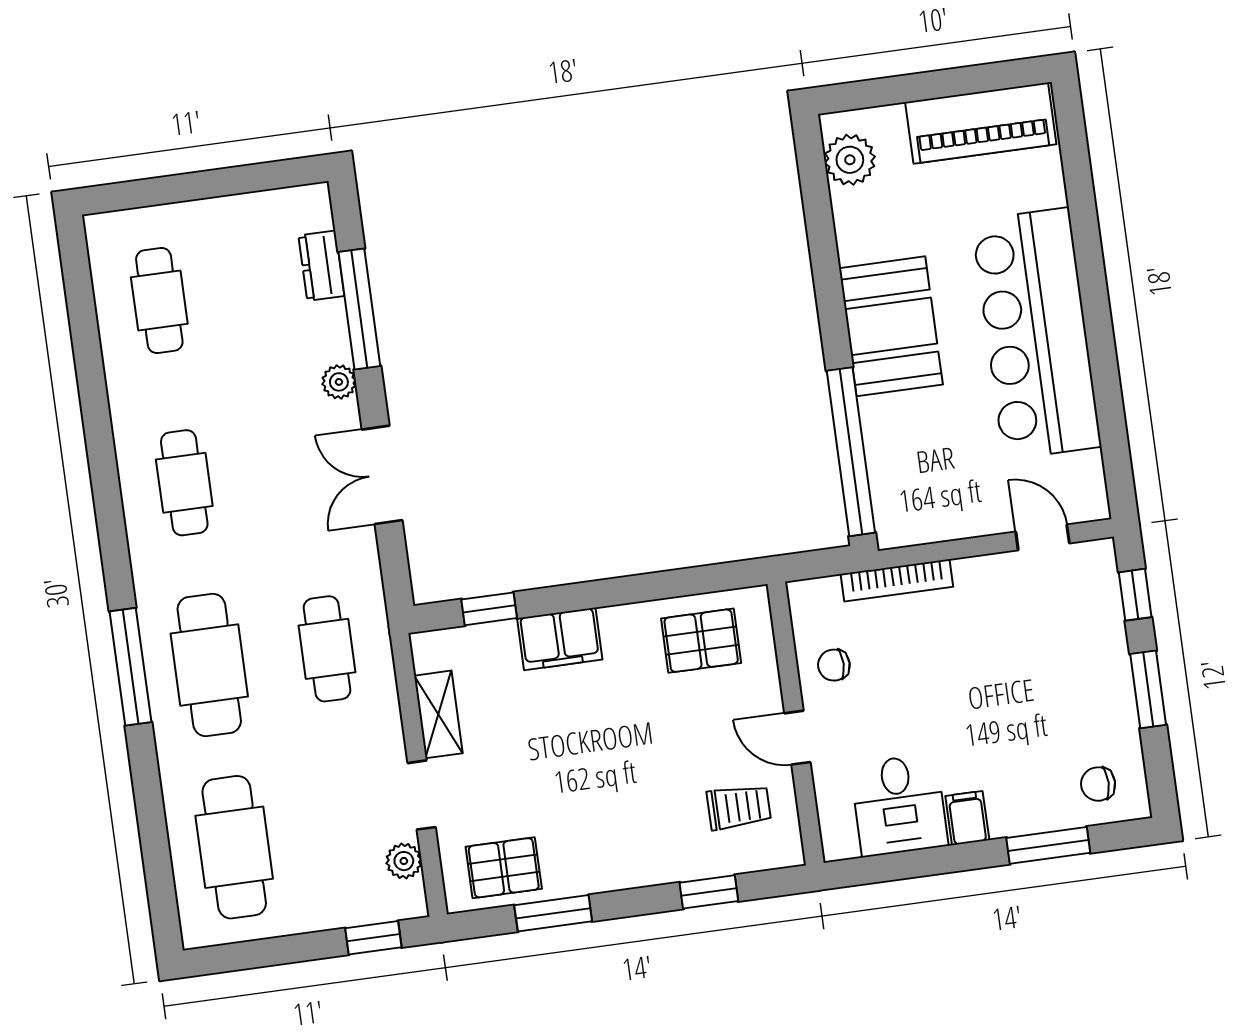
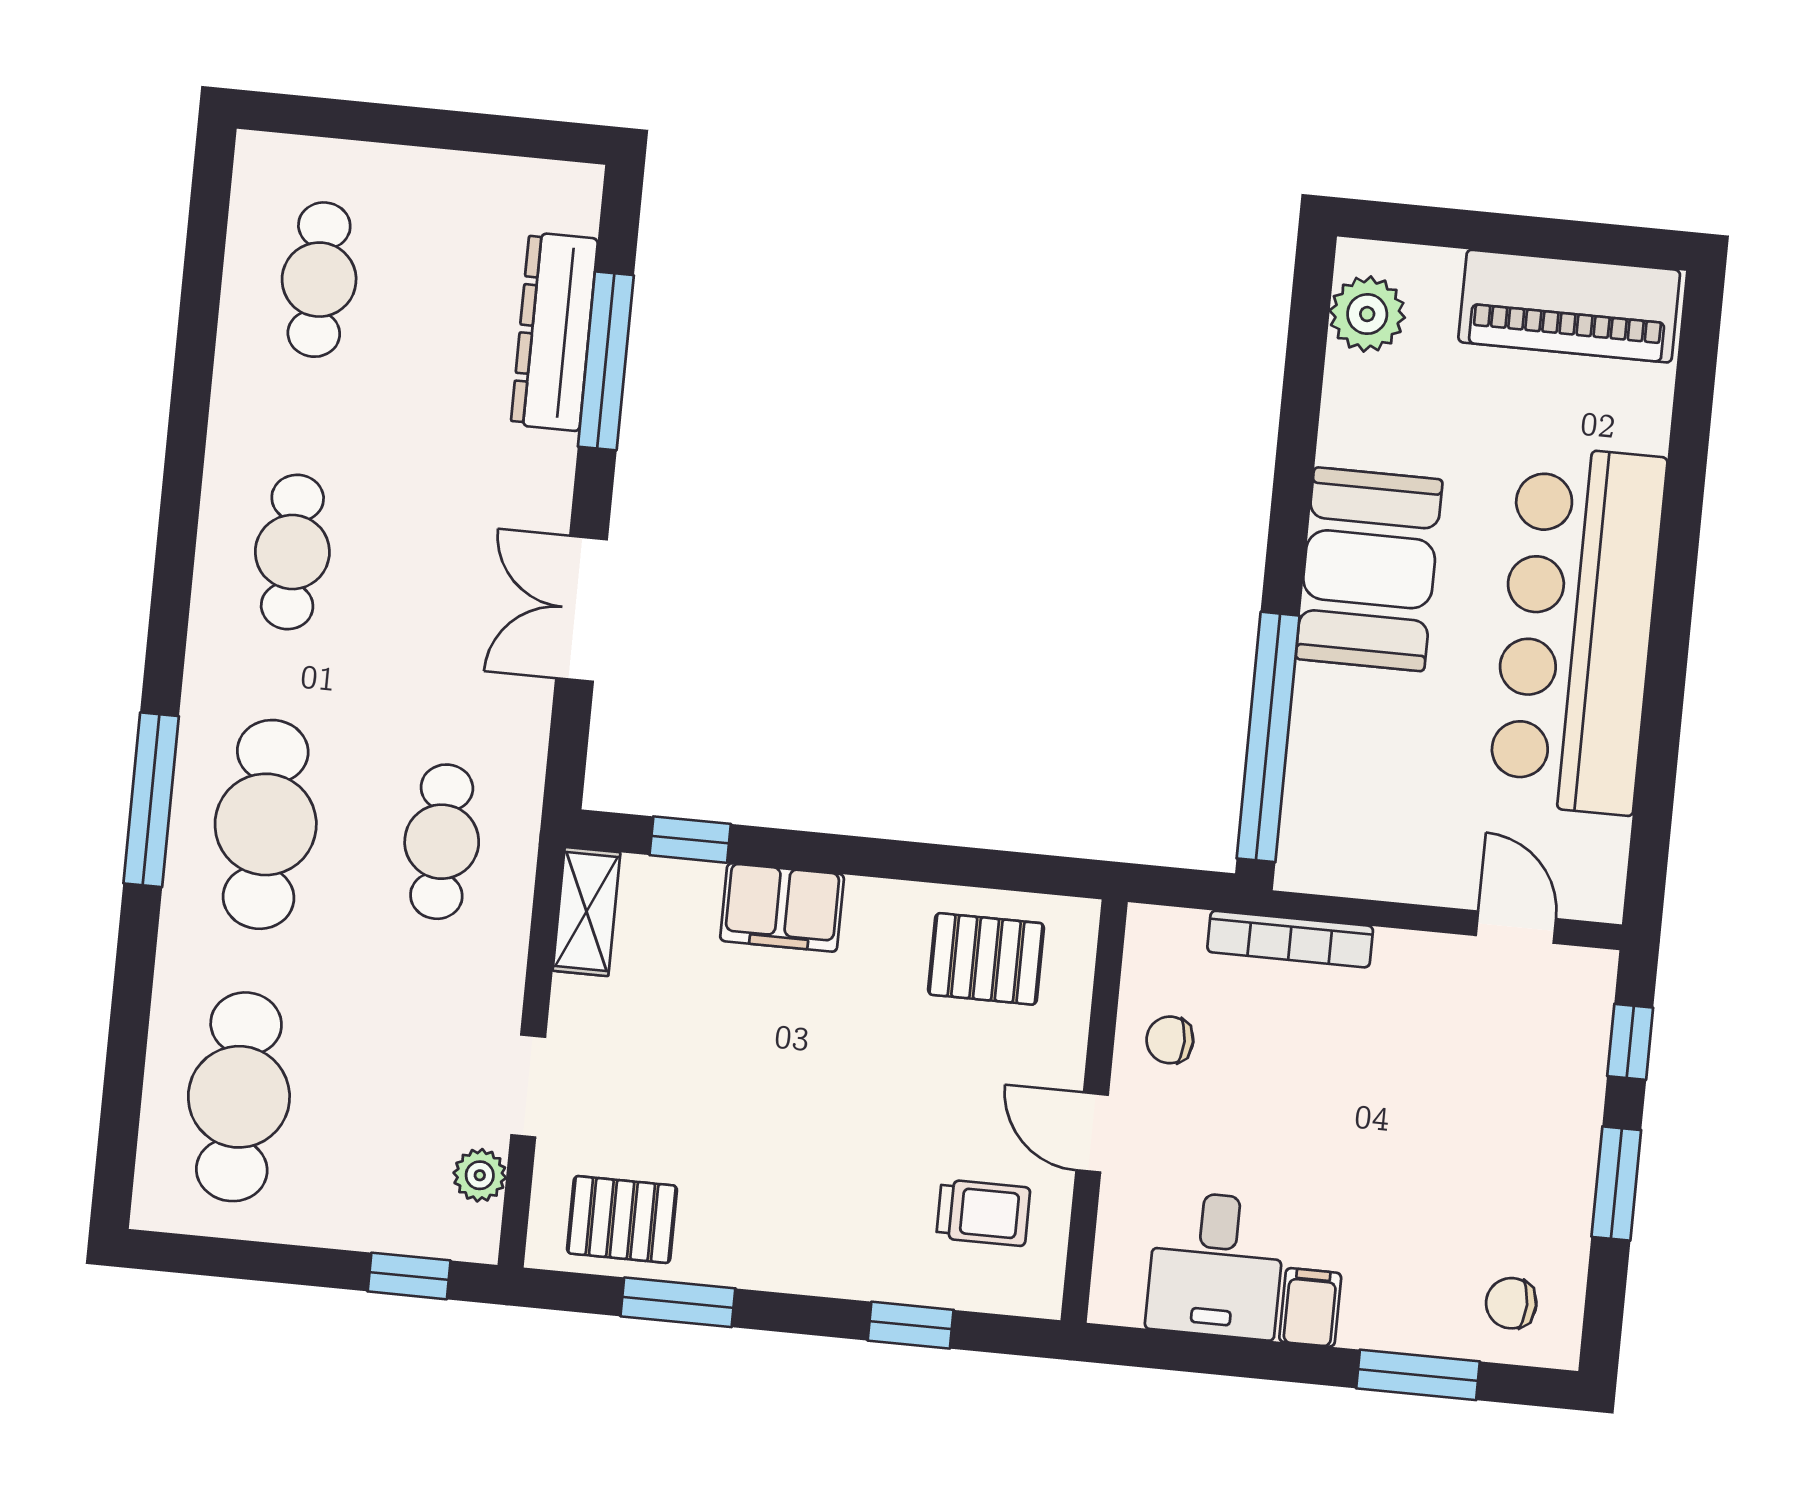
dresser: (321, 266) -> (554, 332), width x1.96, depth x1.24
plant: (339, 382) -> (551, 459), removed
shelving: (438, 714) -> (586, 912), moved

